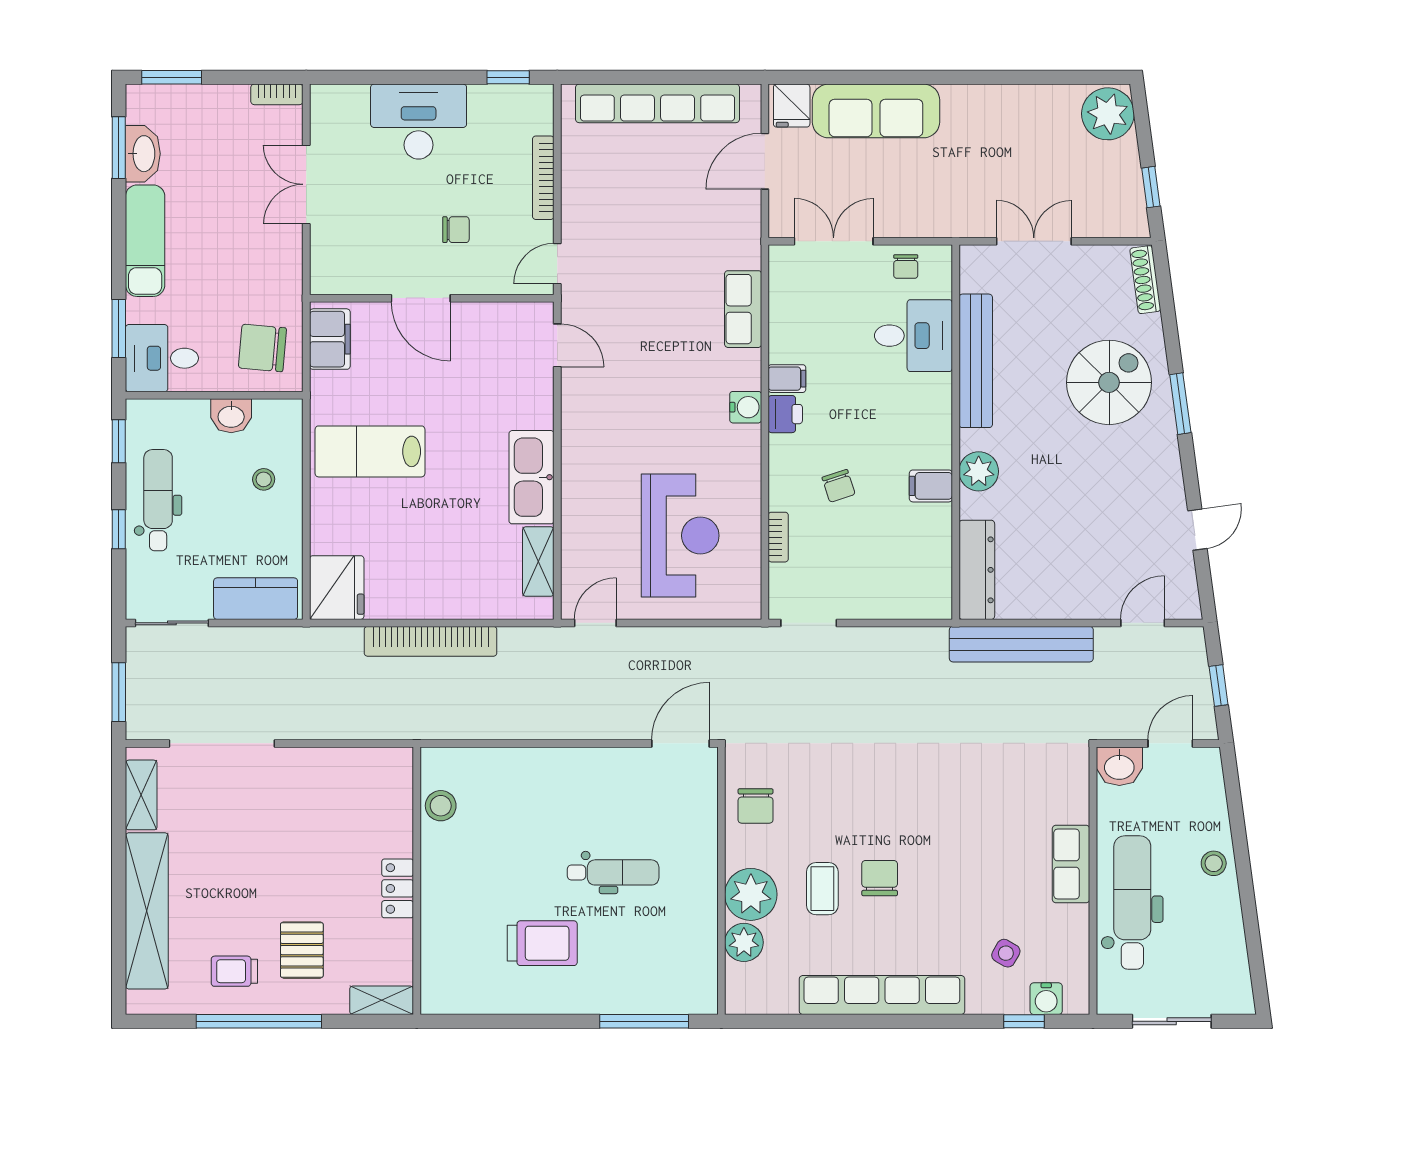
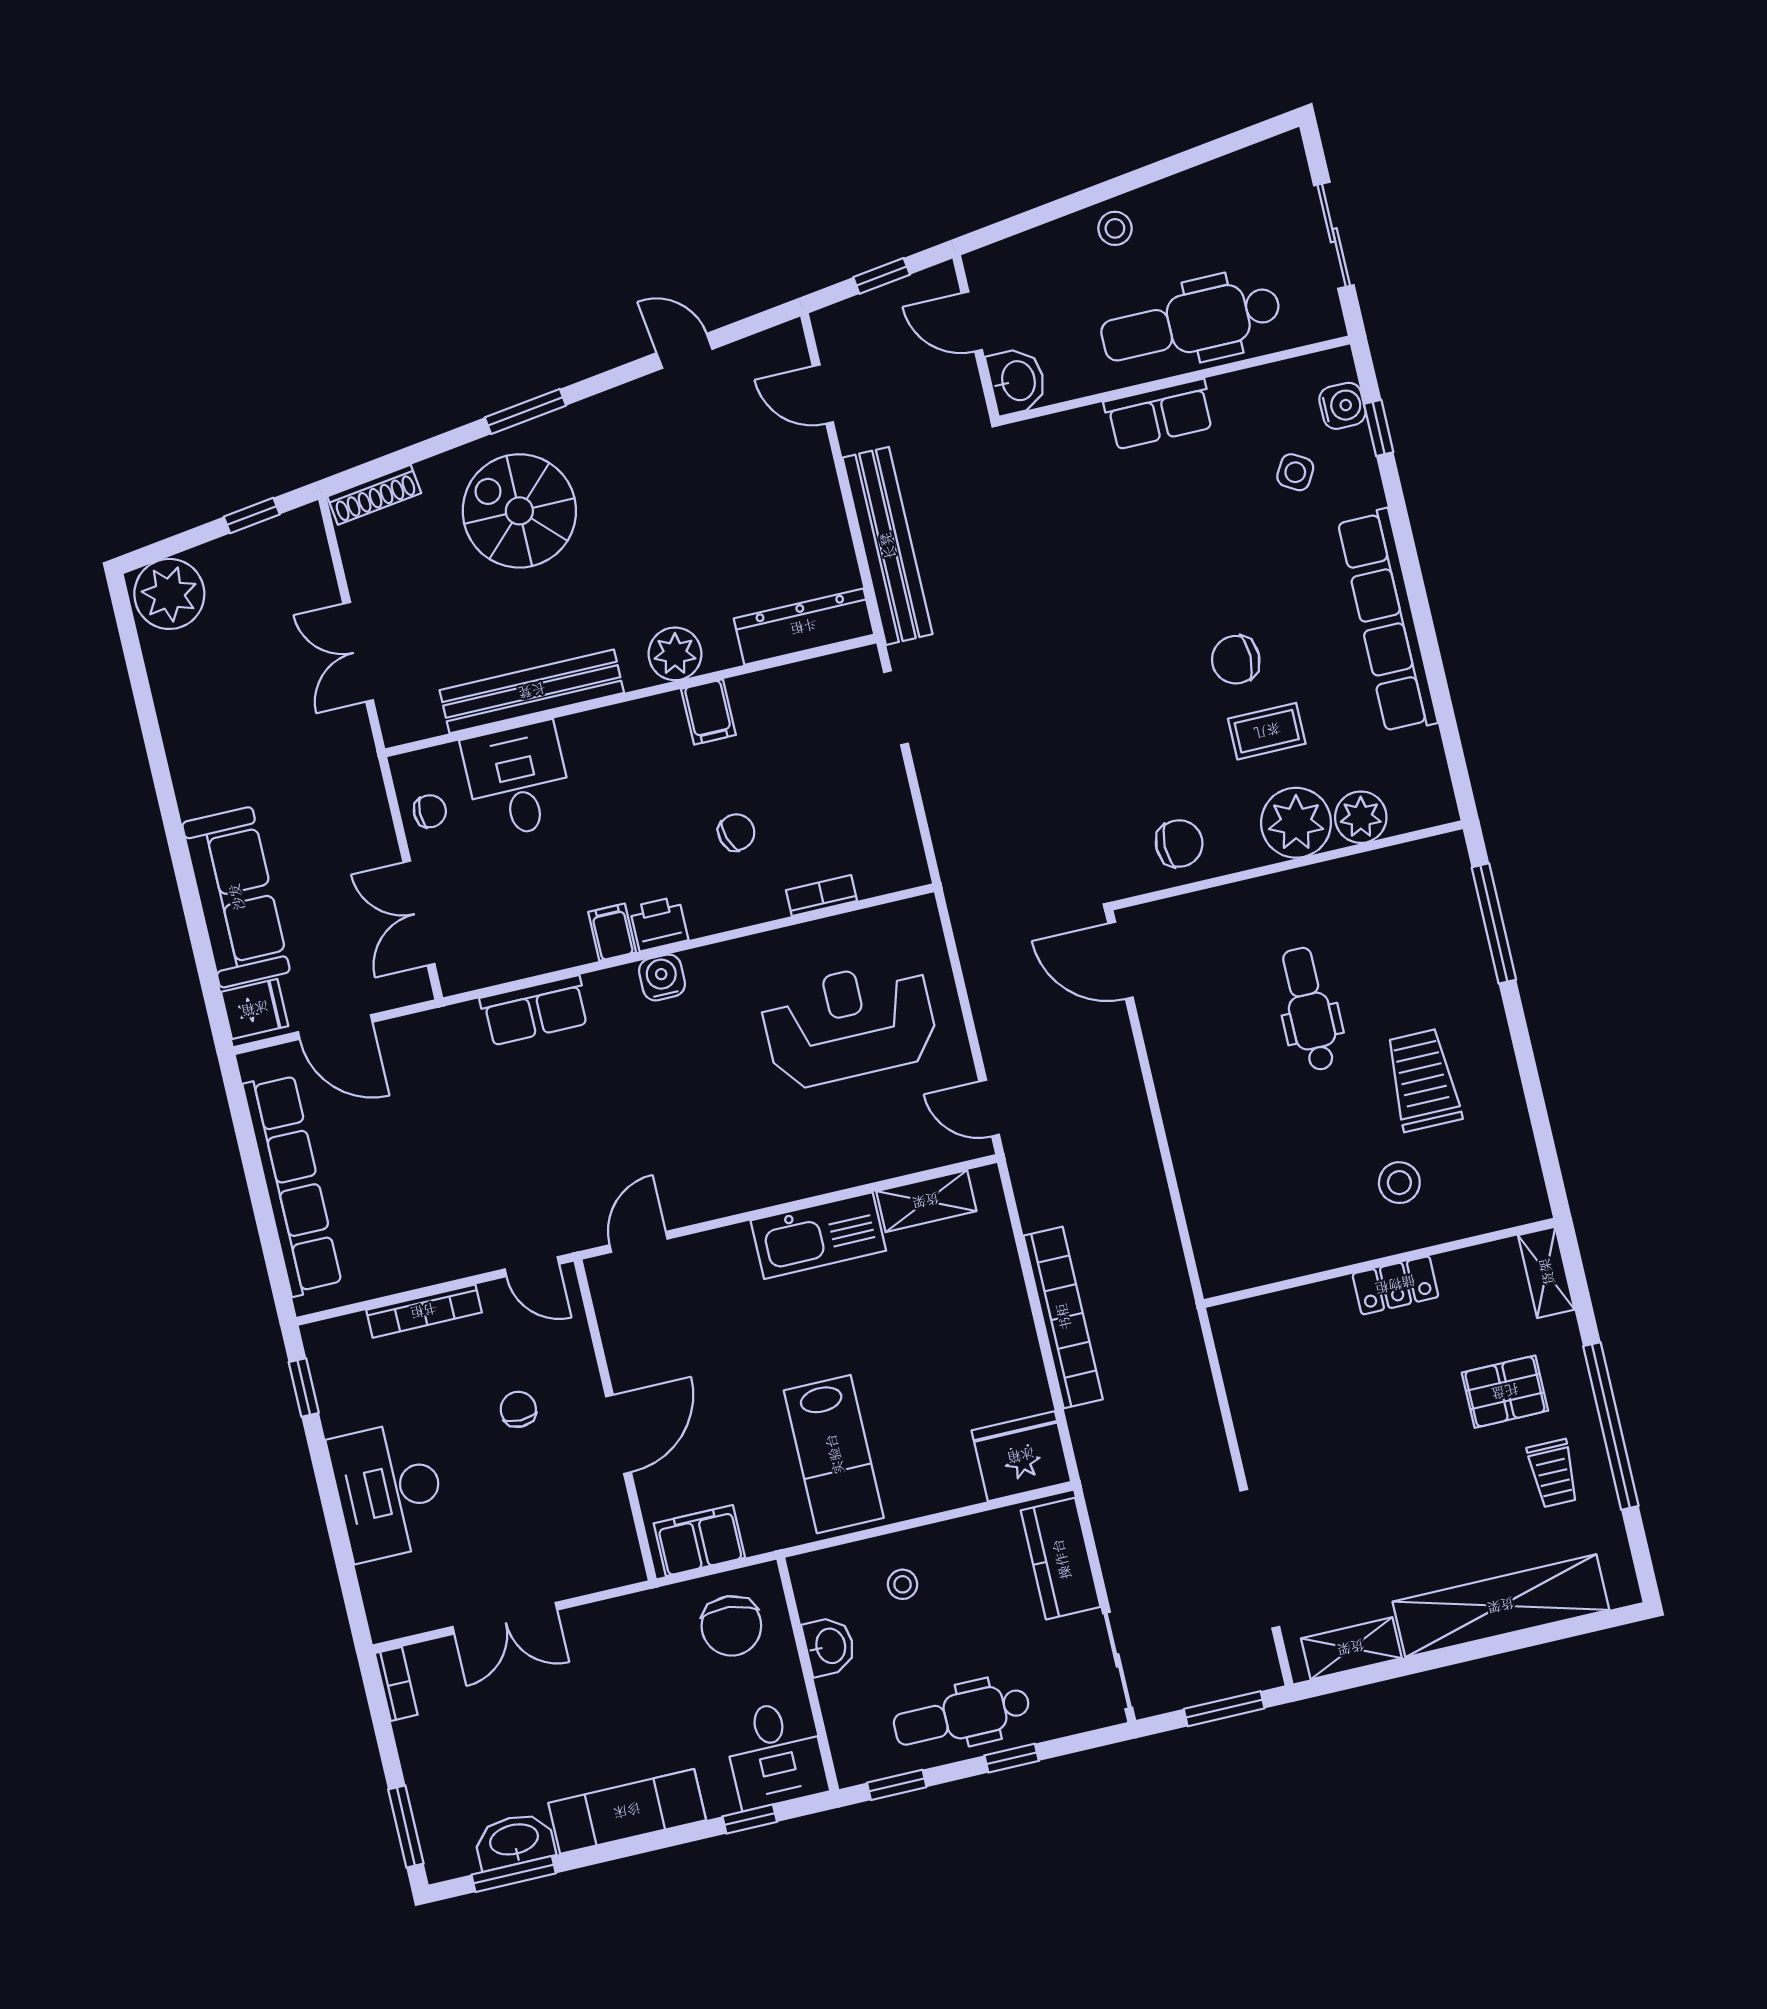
window: (119, 329) -> (750, 1819), width x0.67
doorway: (809, 623) -> (896, 708), moved
stool: (441, 806) -> (1399, 1183), moved

